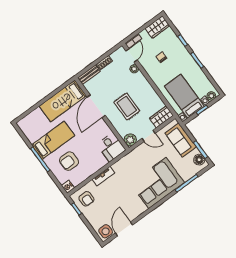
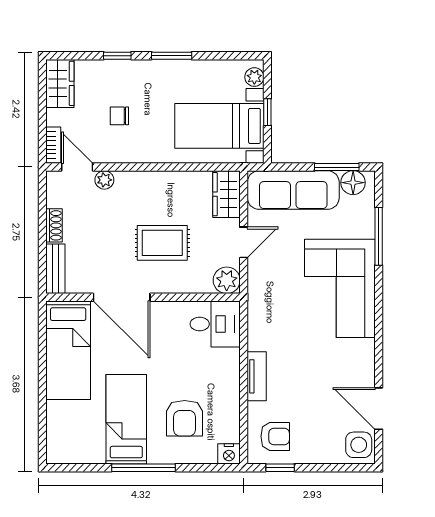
sofa: (181, 140) -> (293, 190), width x1.36

